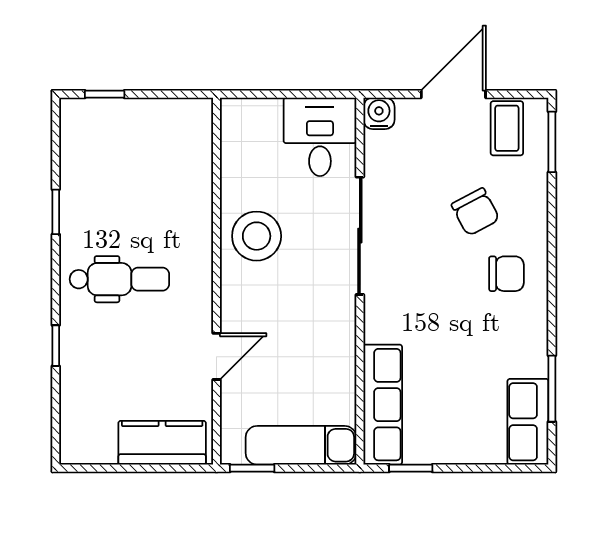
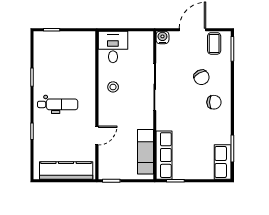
desk: (320, 137) -> (113, 47), moved
stool: (257, 236) -> (113, 87), width x0.53, depth x0.53
kitchen counter: (162, 443) -> (66, 170), width x1.50
exam couch: (301, 445) -> (145, 152), moved, turned -90

